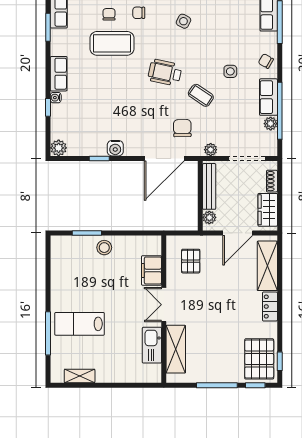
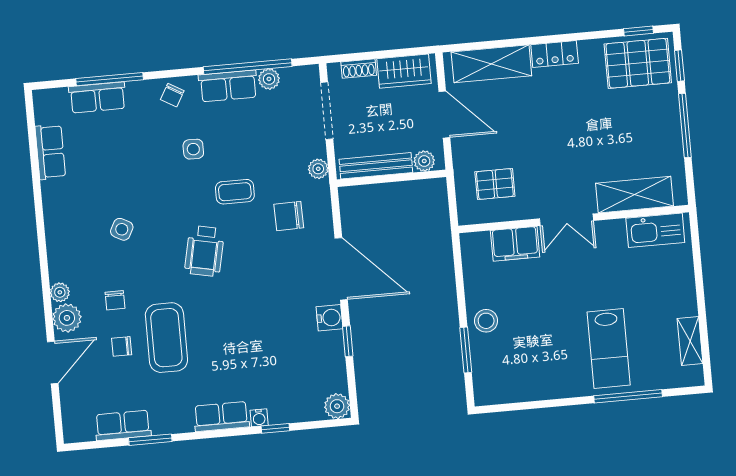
coffee table: (201, 95) -> (235, 192), turned 56
door: (164, 158) -> (341, 269), moved
kitchen sink: (152, 345) -> (655, 230), moved

